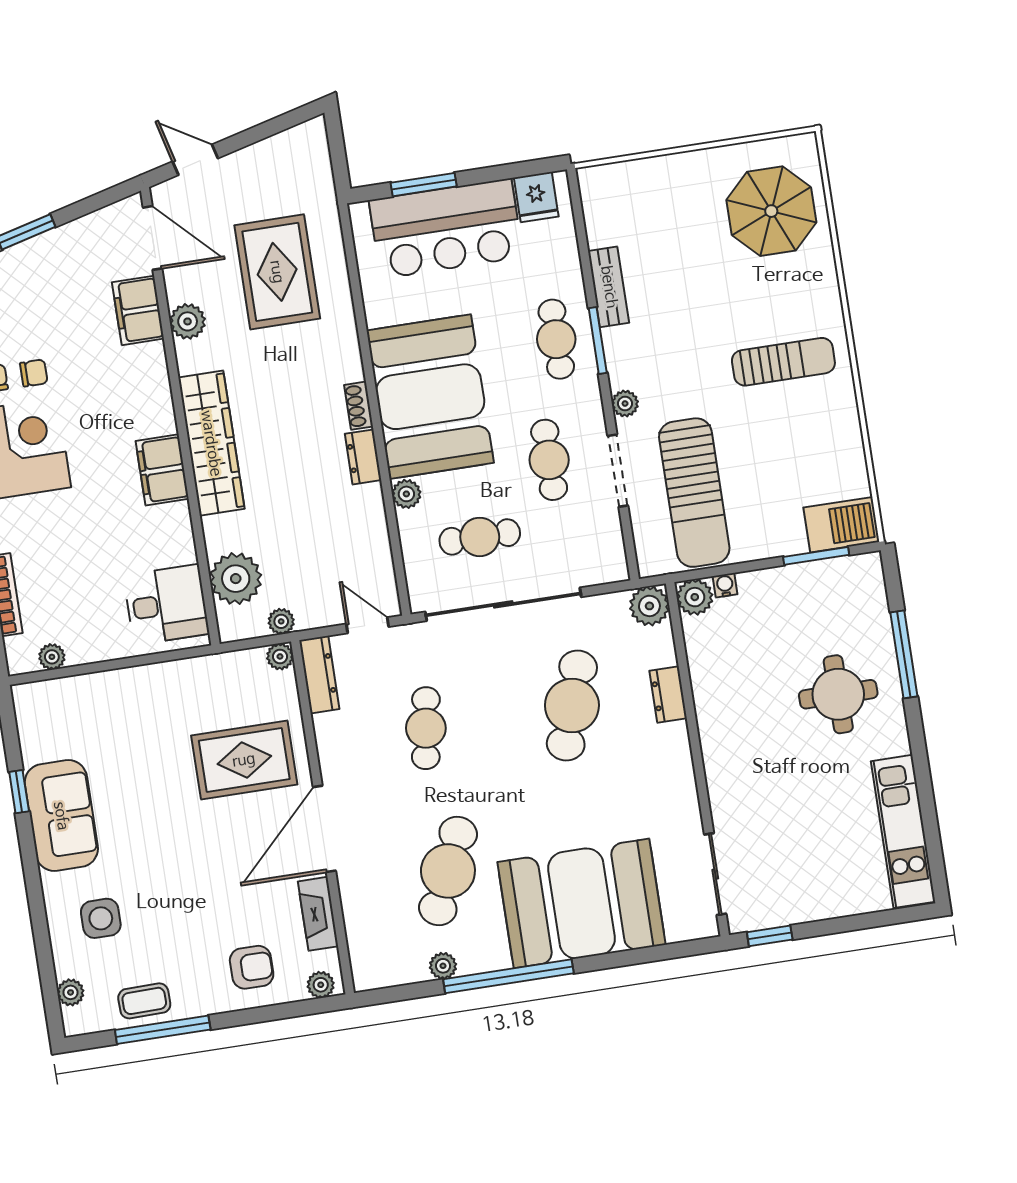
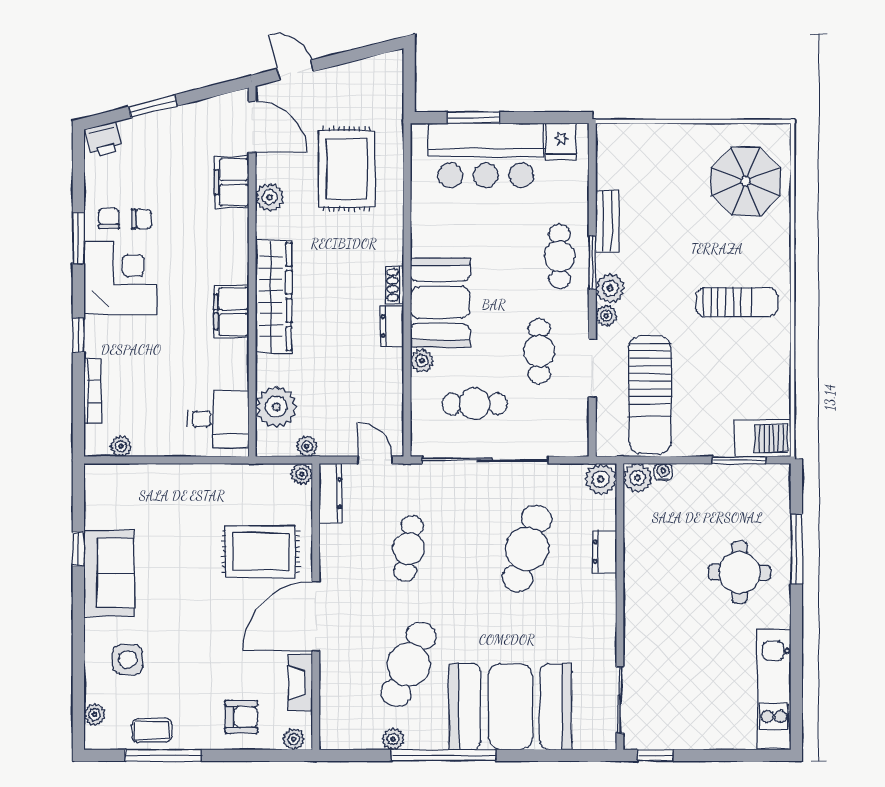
plant: (625, 369) -> (610, 288), added
booth: (430, 397) -> (440, 303), width x0.73, depth x0.70

